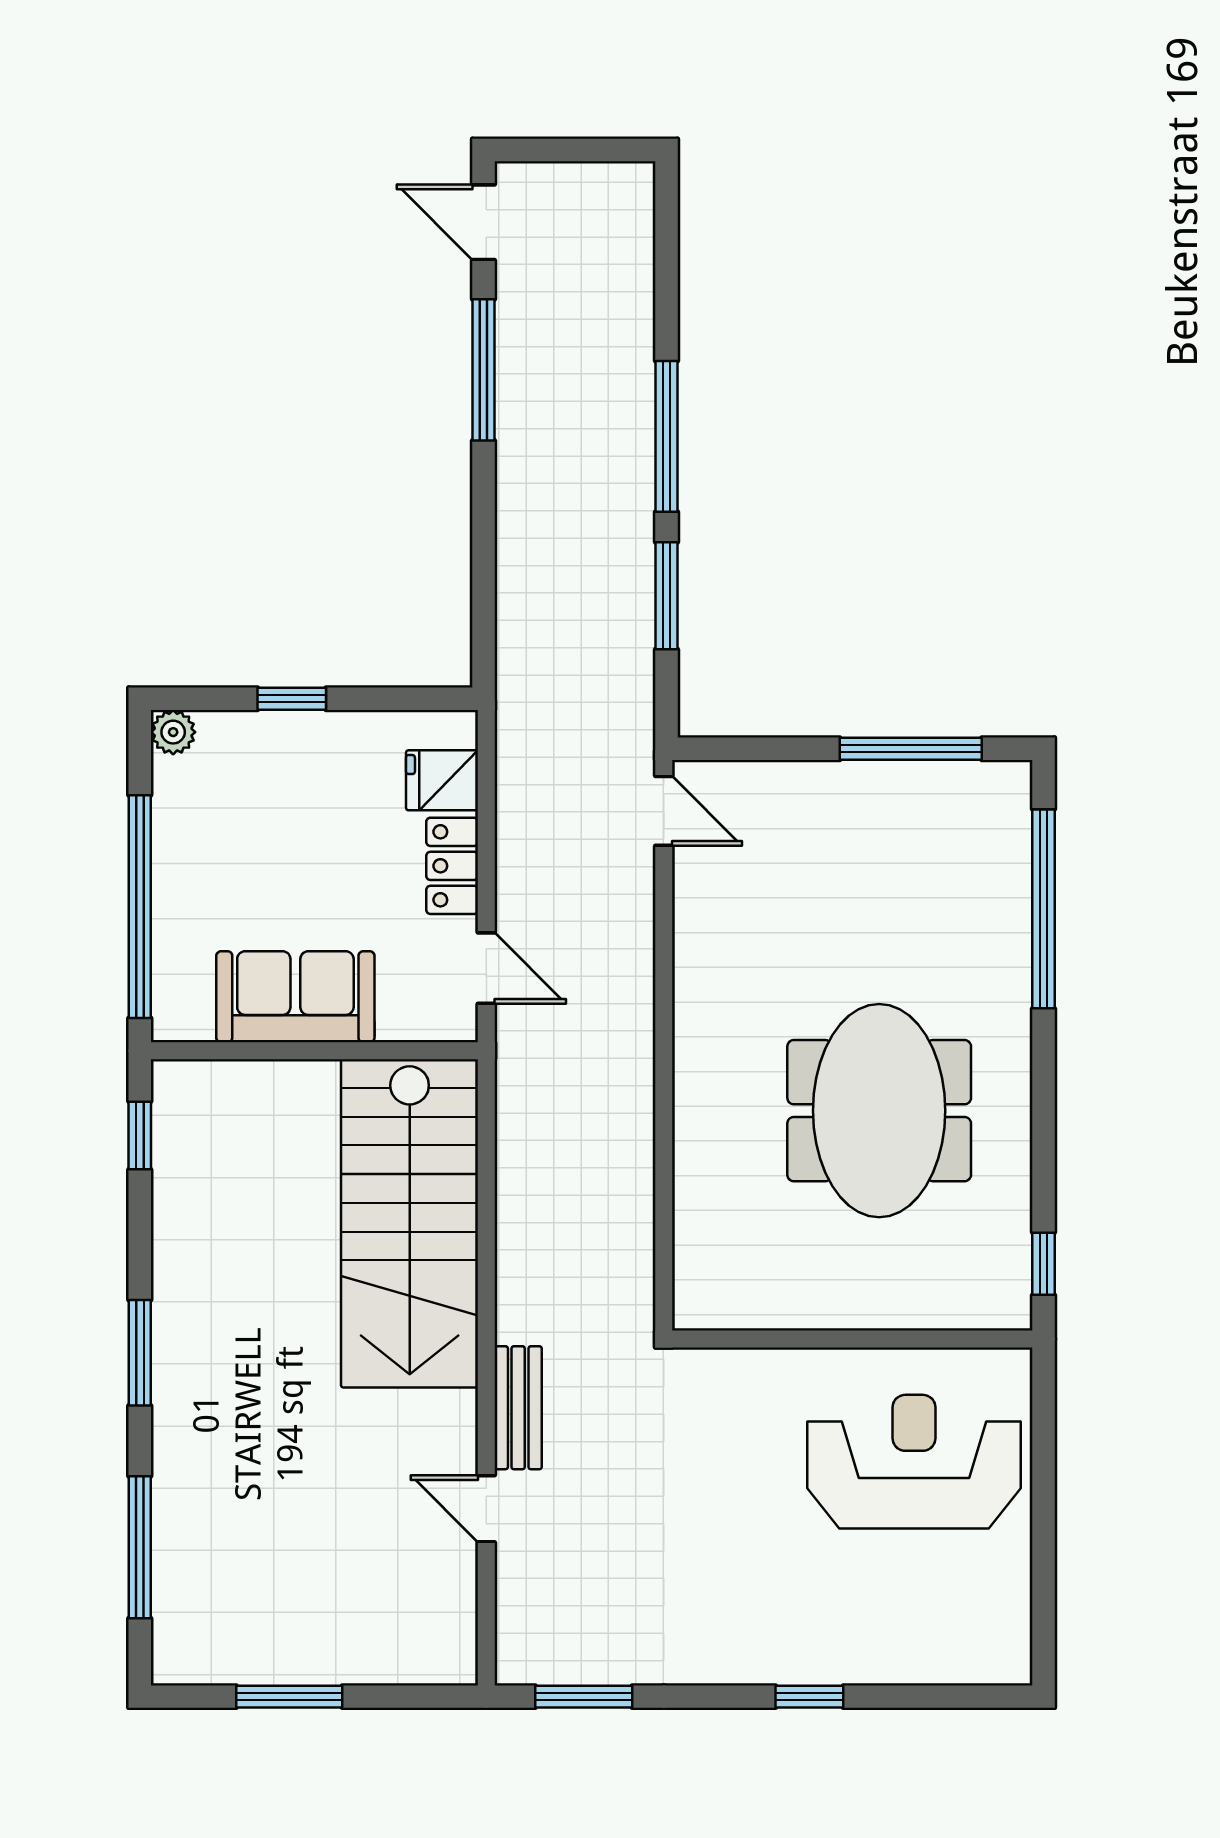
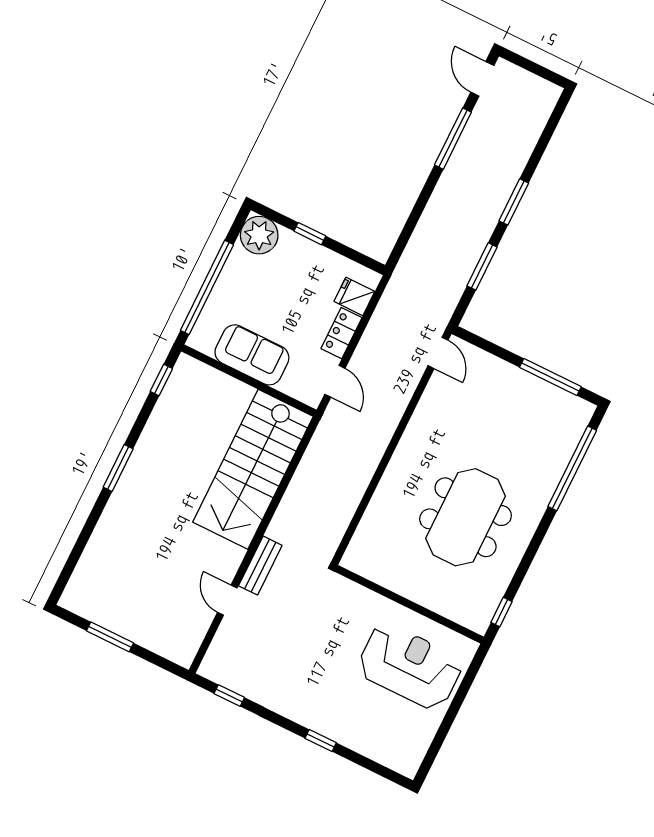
window: (666, 436) -> (514, 202), width x0.69
plant: (173, 732) -> (259, 235), width x1.88, depth x1.88
window: (140, 1547) -> (79, 547), removed
window: (584, 1697) -> (229, 696), width x0.67

